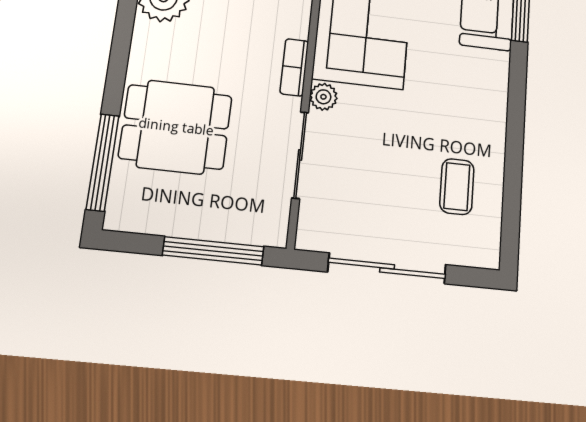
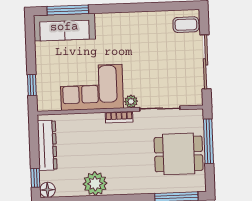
dining table: (176, 127) -> (179, 154), moved, turned 90
coffee table: (457, 187) -> (186, 25), moved

